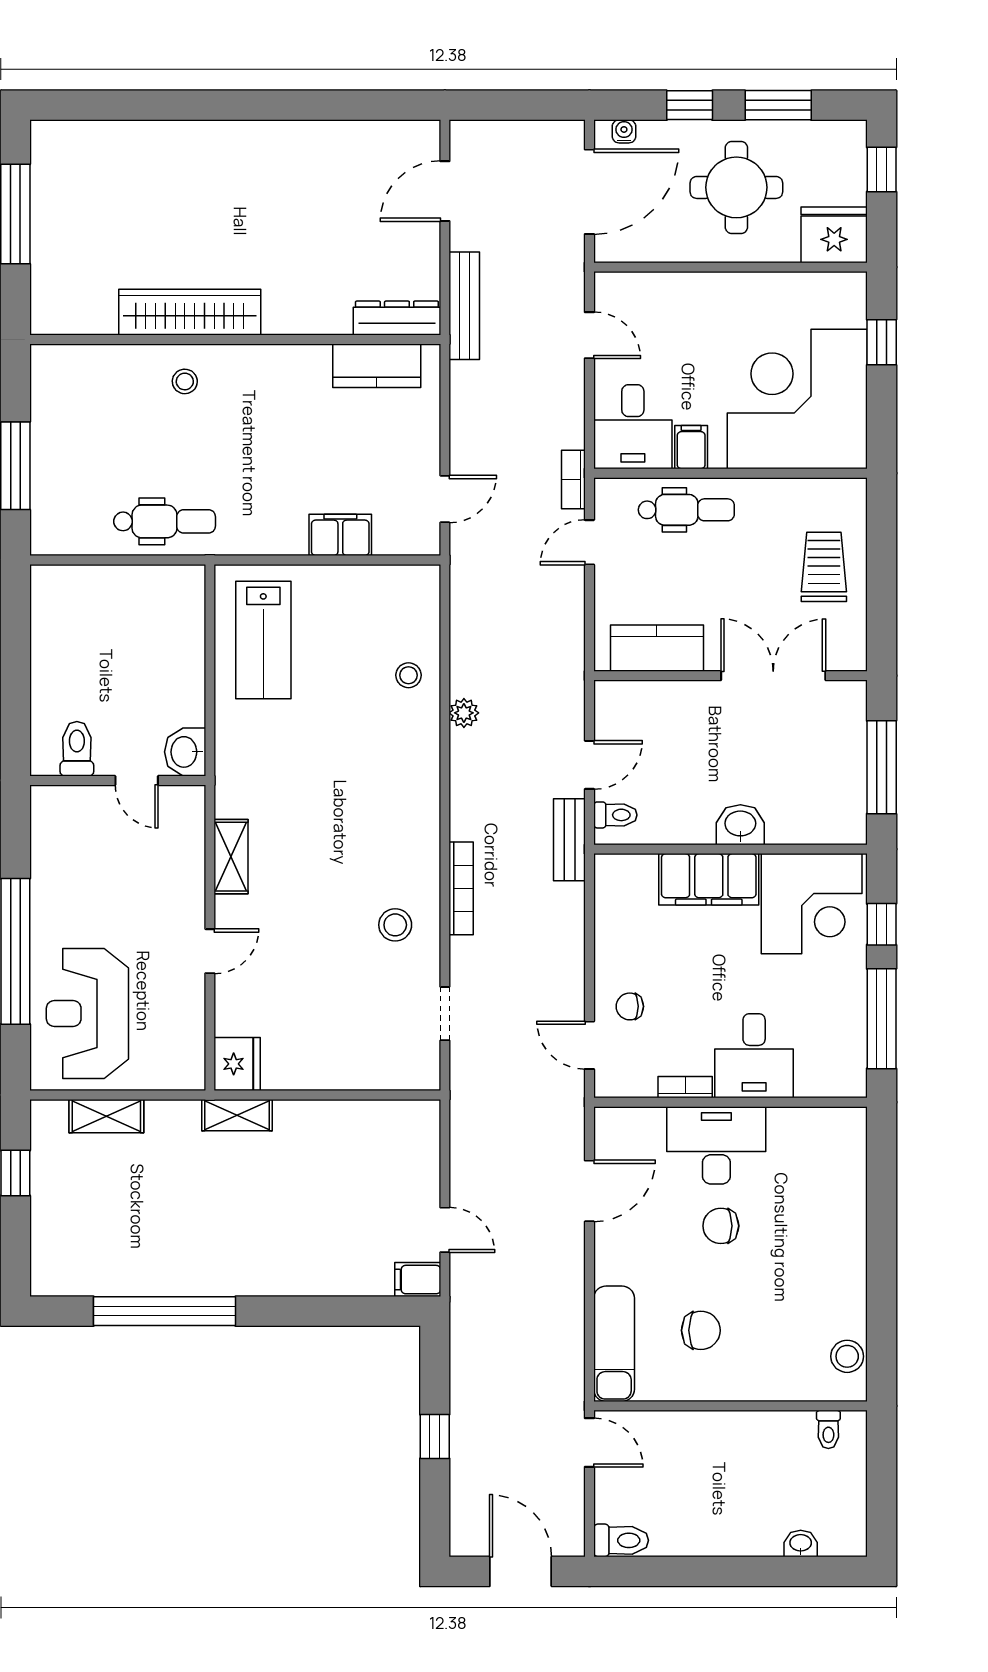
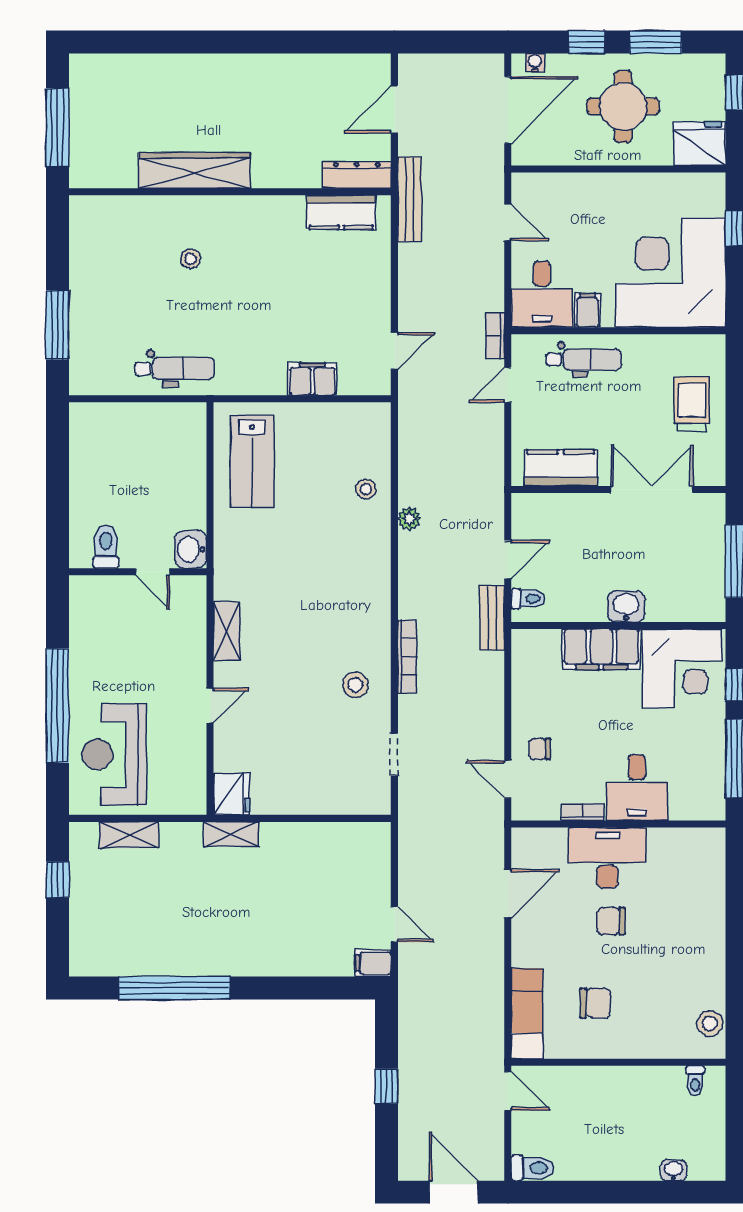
wardrobe: (190, 312) -> (194, 170), moved
dresser: (397, 318) -> (357, 175), moved
wall: (235, 339) -> (230, 192), moved
kitchen counter: (377, 366) -> (341, 212), moved

